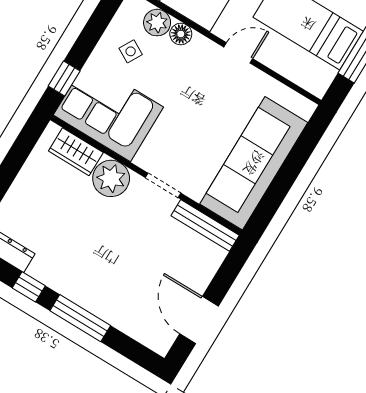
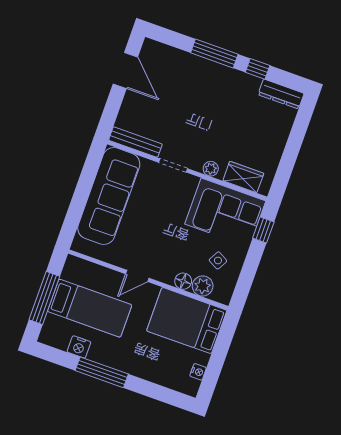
plant: (111, 178) -> (211, 169), width x0.53, depth x0.53

